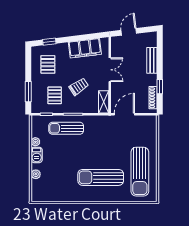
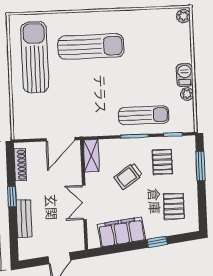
window: (49, 42) -> (157, 242), moved
window: (160, 87) -> (12, 197), moved
plant: (36, 174) -> (183, 16), moved

